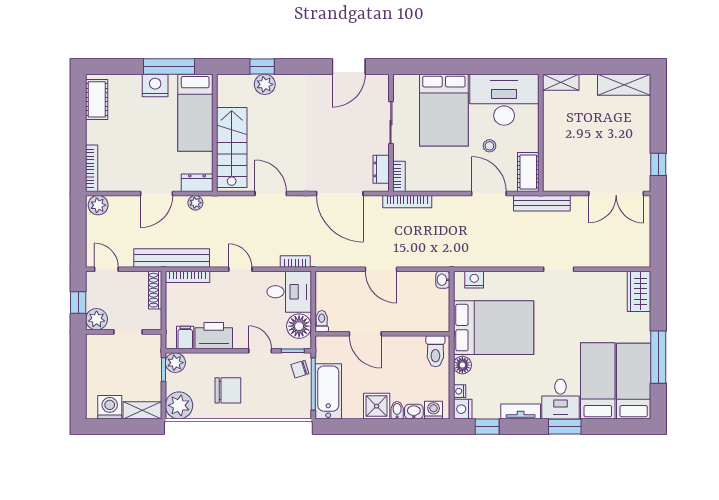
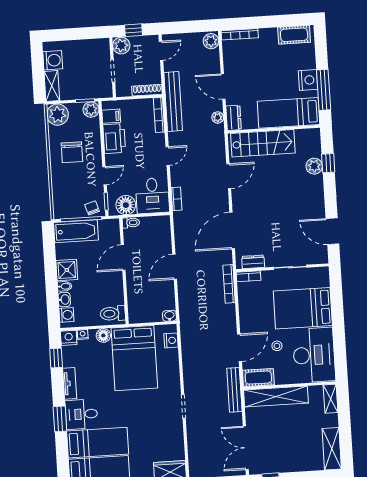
shelving: (554, 151) -> (276, 397), added

